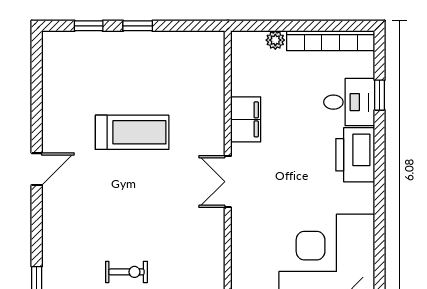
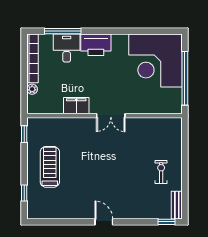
window: (138, 26) -> (24, 134), moved
window: (380, 95) -> (63, 31), width x2.17
treadmill: (132, 132) -> (50, 167), moved

